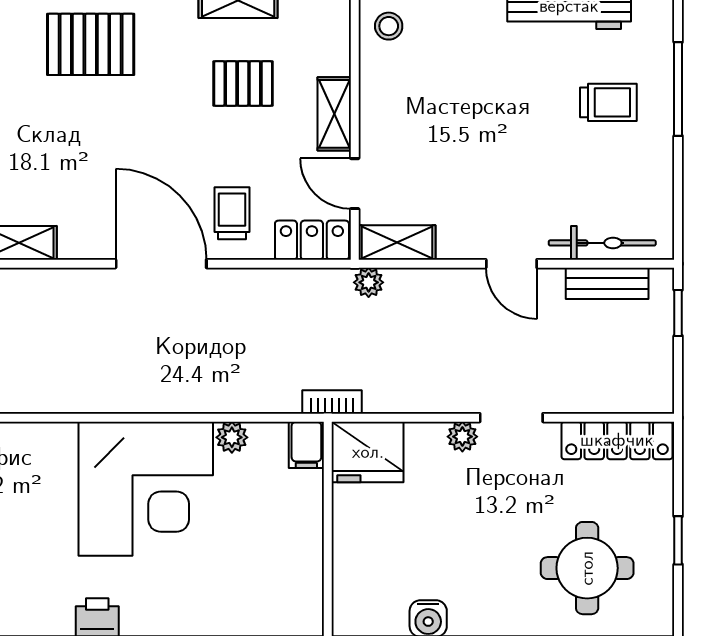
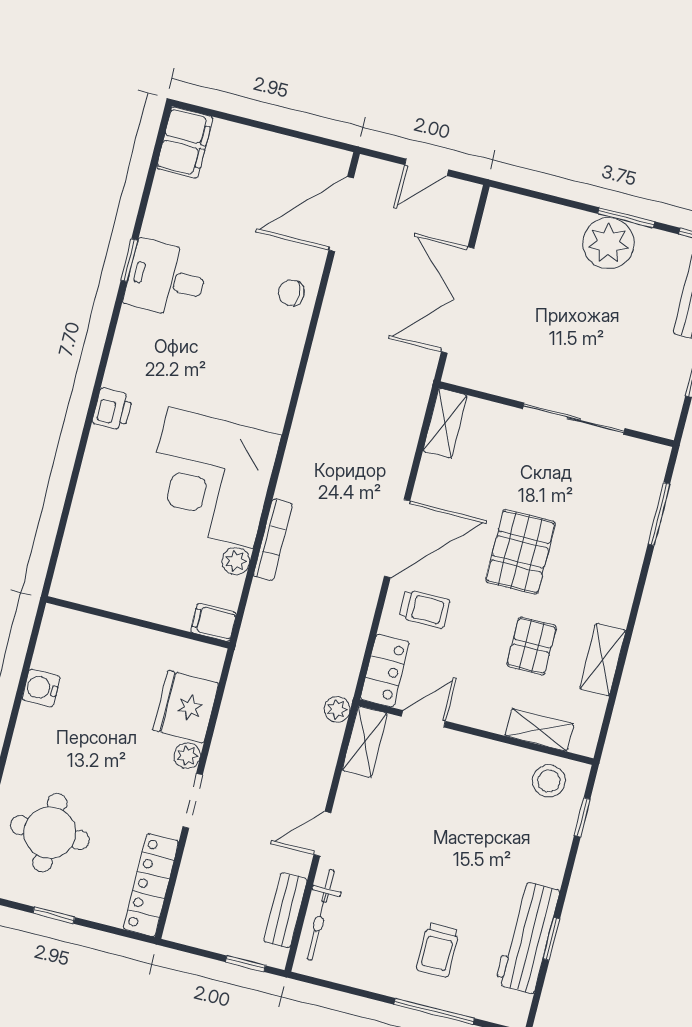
stool: (389, 26) -> (549, 781), width x1.37, depth x1.37
pallet: (91, 44) -> (520, 552), moved
shelving: (334, 114) -> (539, 730), moved
bookcase: (332, 402) -> (273, 540), moved, width x1.56
fridge: (368, 452) -> (186, 707), moved

